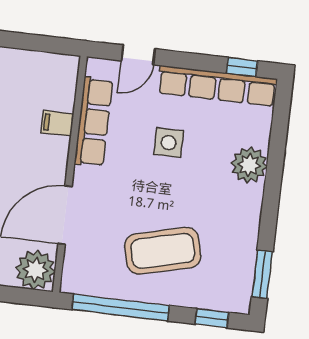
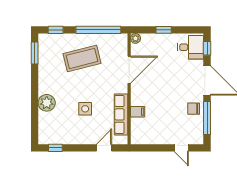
row of seats: (217, 86) -> (66, 138), removed
plant: (35, 270) -> (135, 38), width x0.53, depth x0.53

